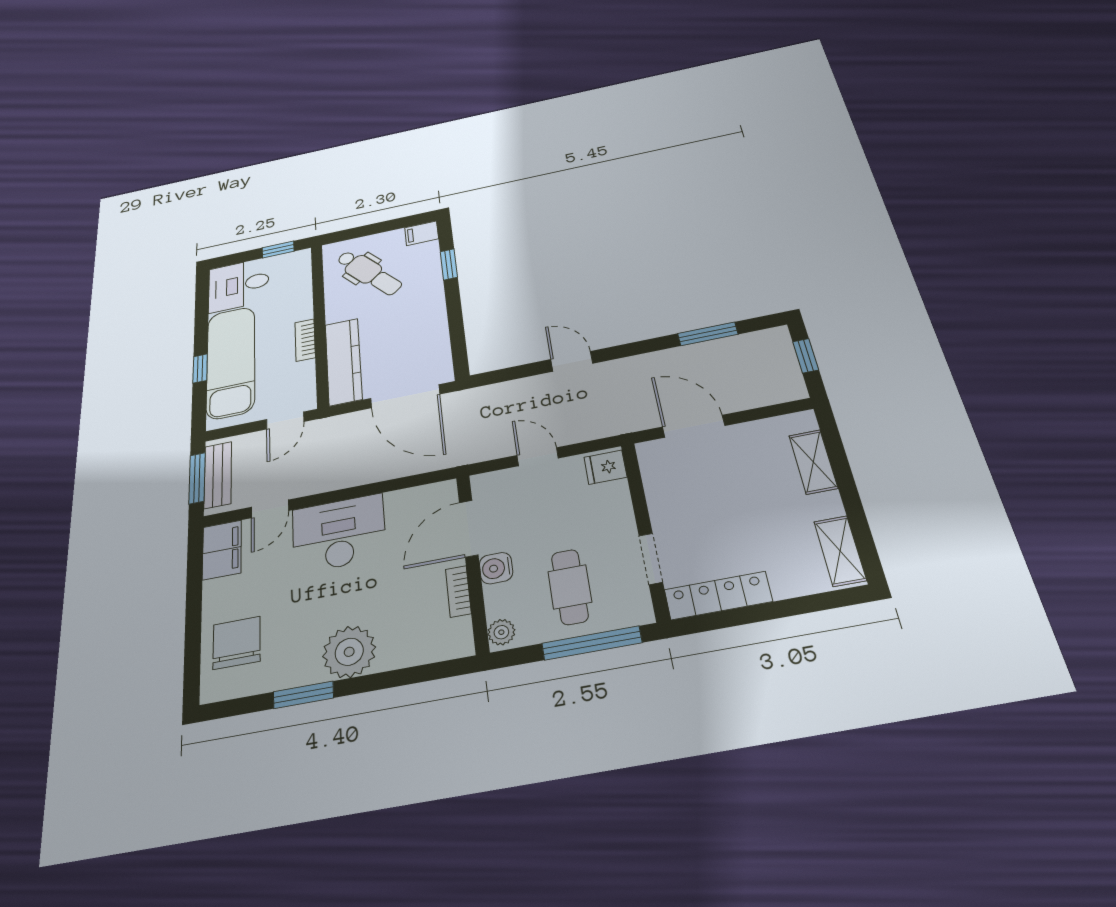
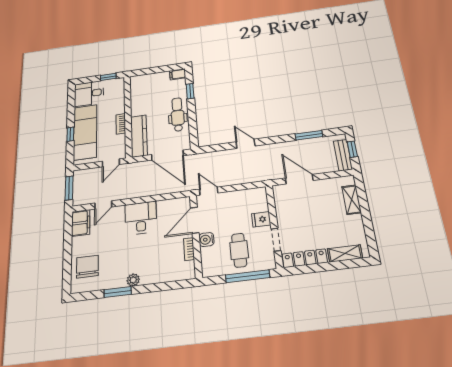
dental chair: (369, 273) -> (178, 114), moved, turned -138
door: (538, 457) -> (209, 191), moved
fridge: (605, 467) -> (261, 219), moved
bench: (218, 475) -> (343, 155), moved
desk: (339, 533) -> (141, 218), width x0.73
shelving: (840, 551) -> (345, 253), moved, turned 90
plant: (501, 632) -> (208, 269), removed
plant: (349, 652) -> (133, 280), width x0.53, depth x0.53

